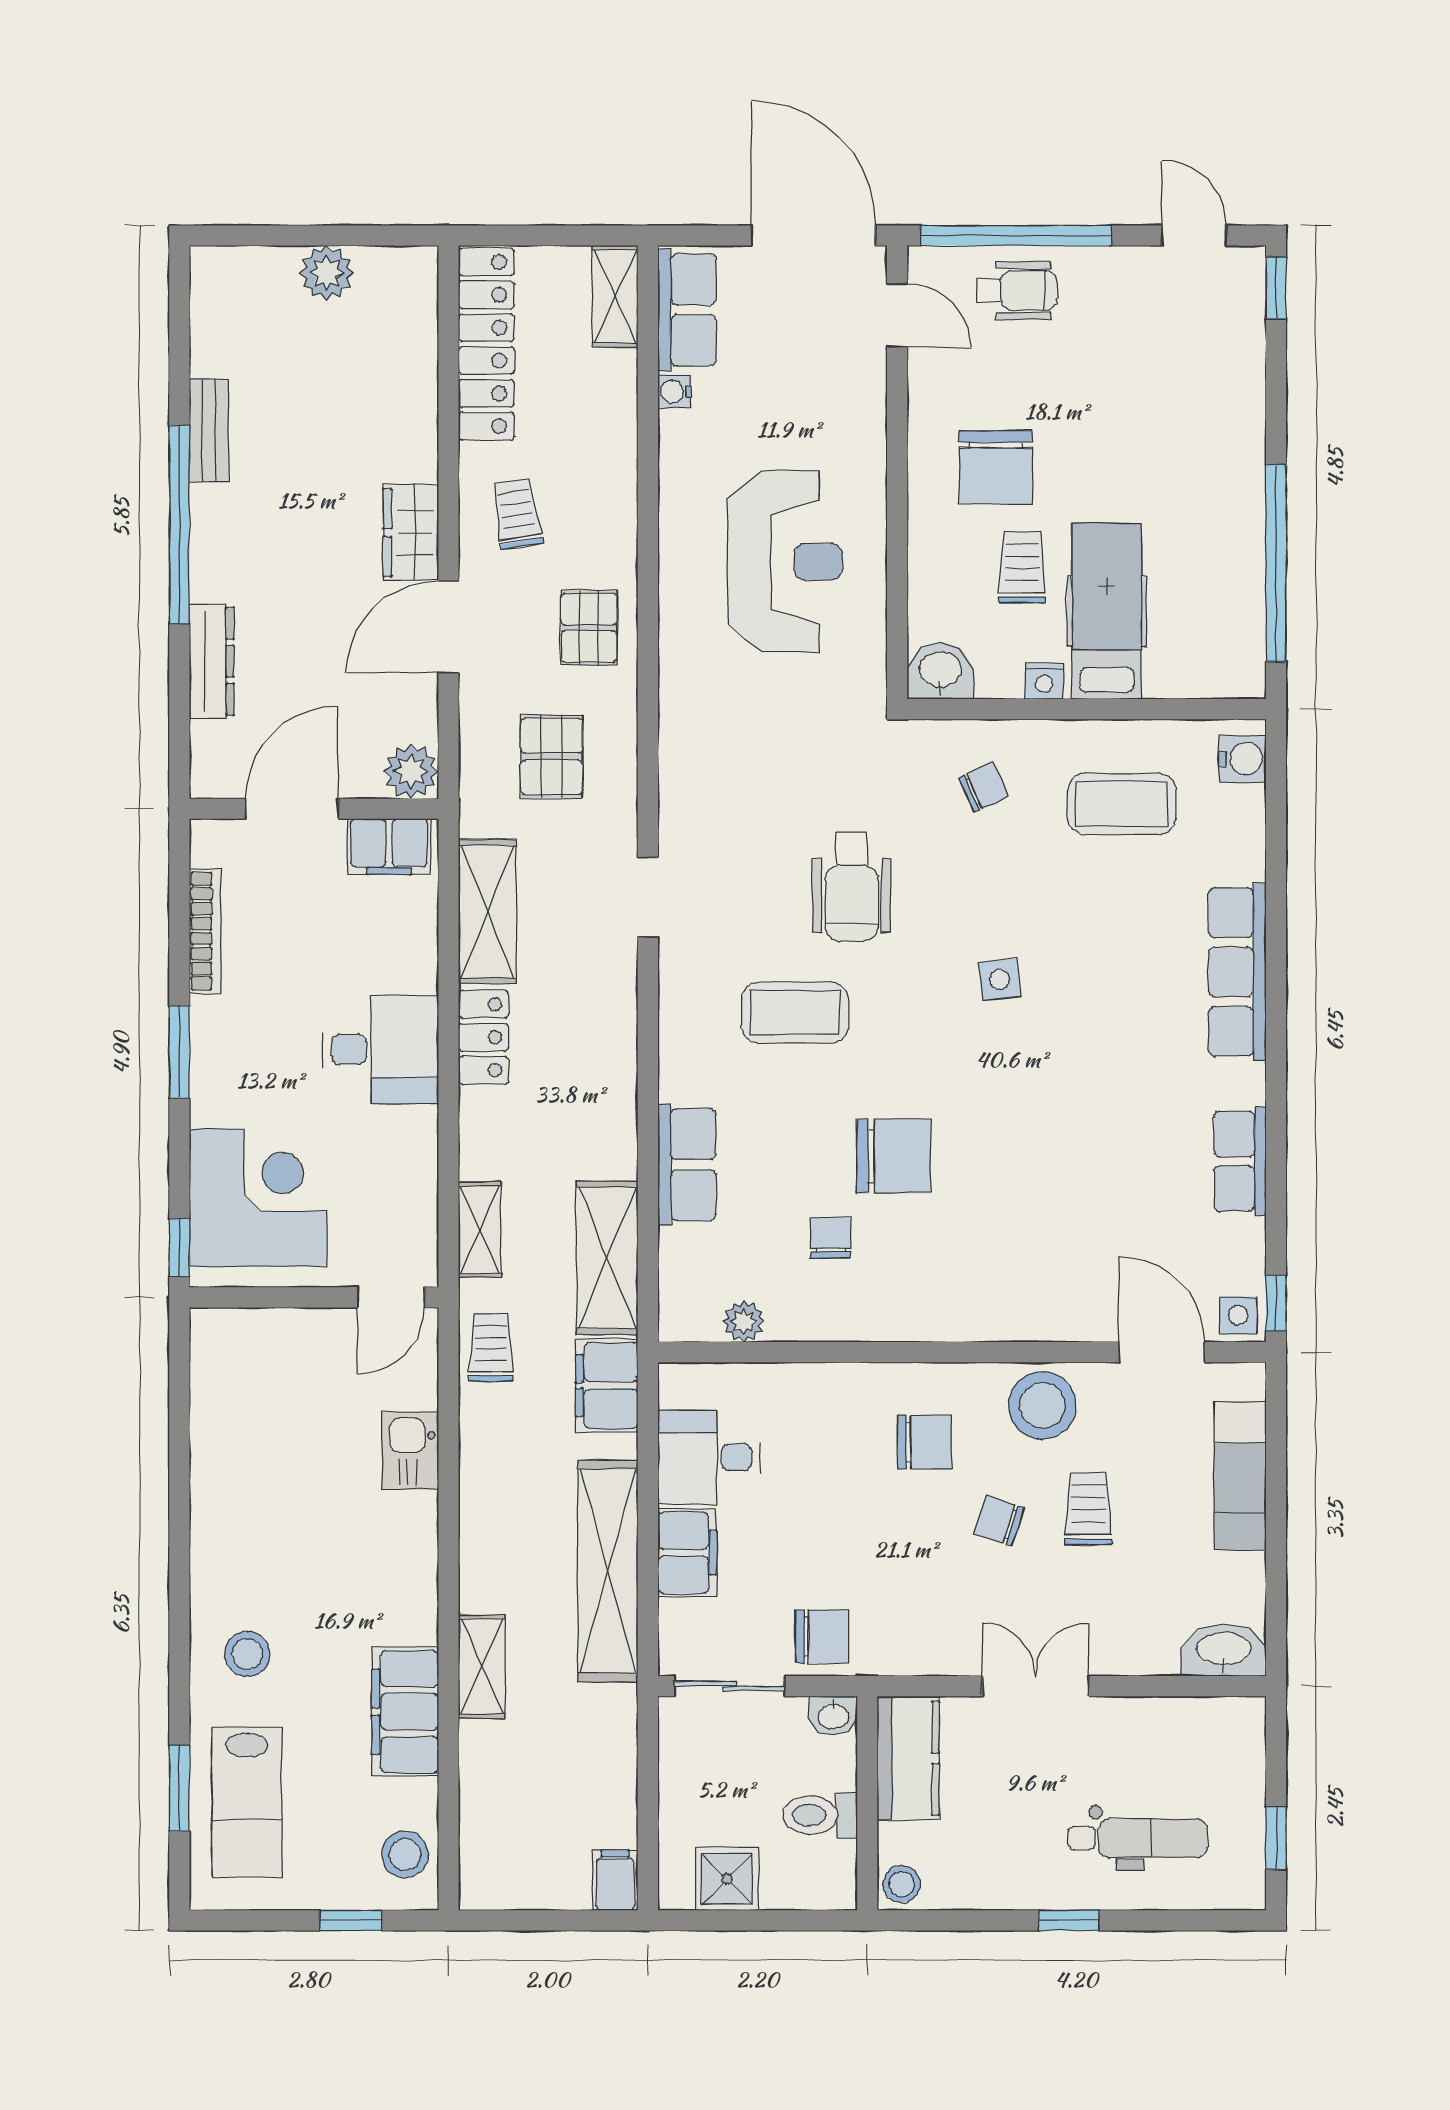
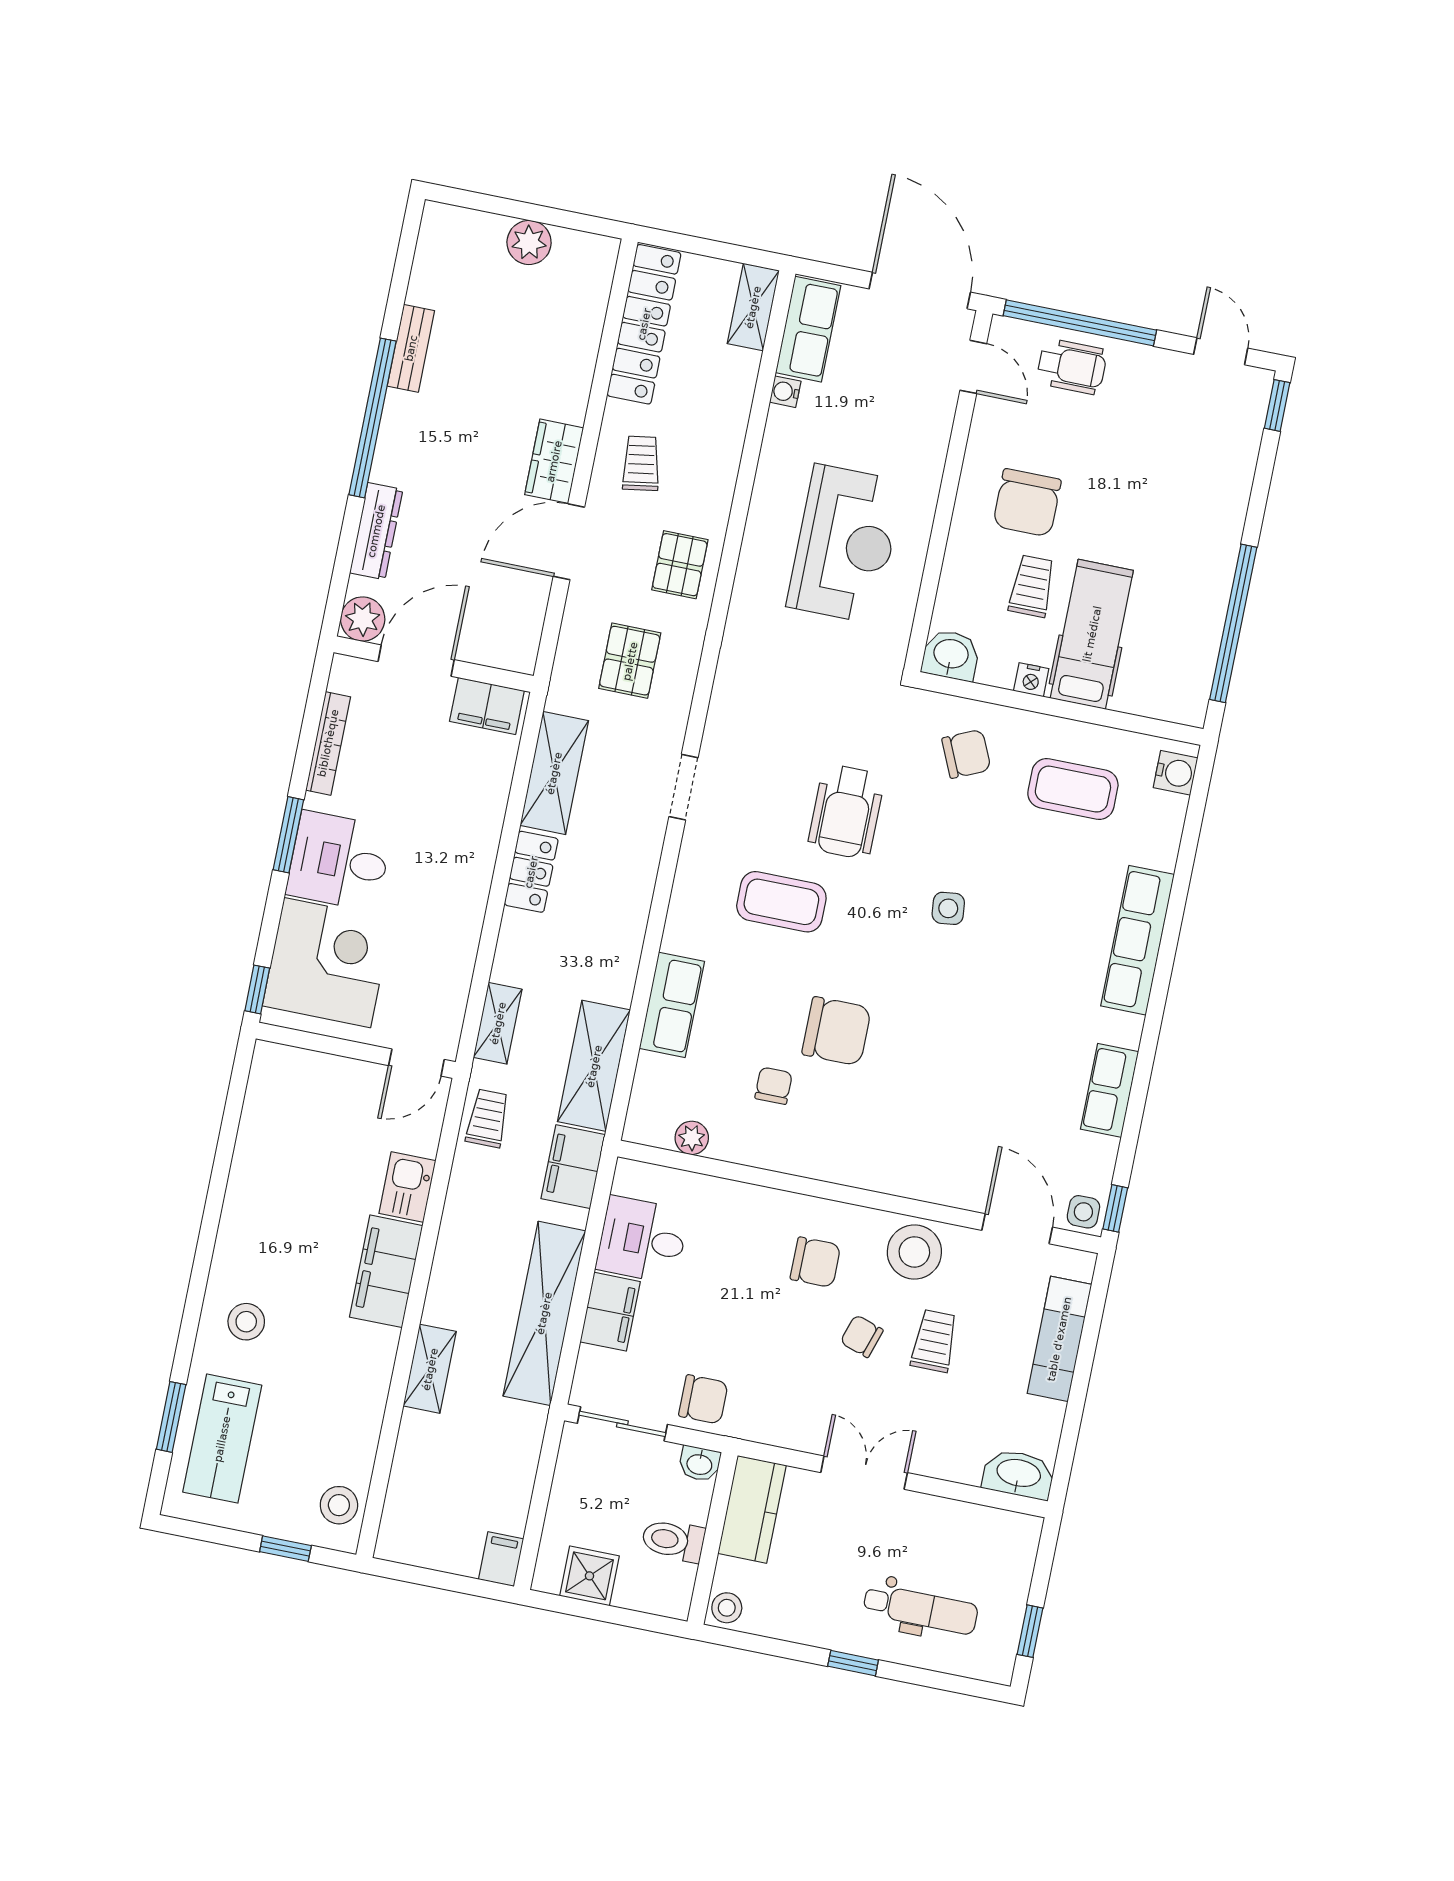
plant: (411, 771) -> (363, 619), moved
chair: (984, 787) -> (966, 754), width x1.37, depth x1.37
desk: (380, 1049) -> (339, 861), moved, turned 180
filing cabinet: (405, 1712) -> (386, 1271), moved

